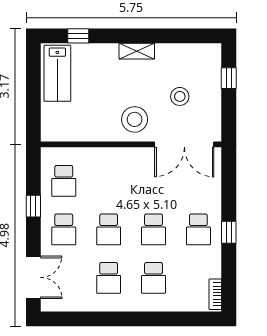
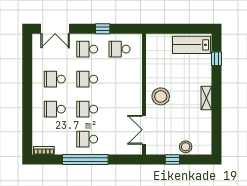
window: (229, 78) -> (172, 159), moved
stool: (180, 96) -> (186, 147), moved
double door: (184, 144) -> (144, 130), width x0.73
window: (229, 232) -> (85, 159), width x3.17

